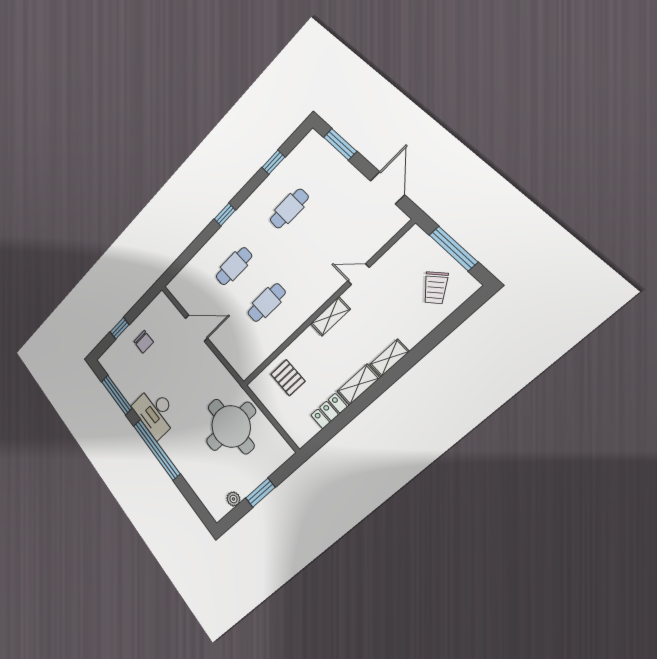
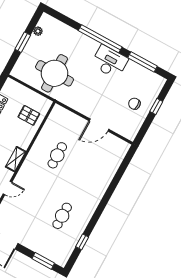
window: (225, 215) -> (104, 202), removed
cafe table: (234, 266) -> (86, 171), removed

